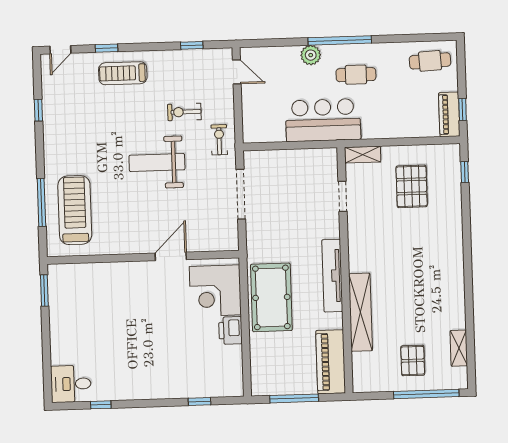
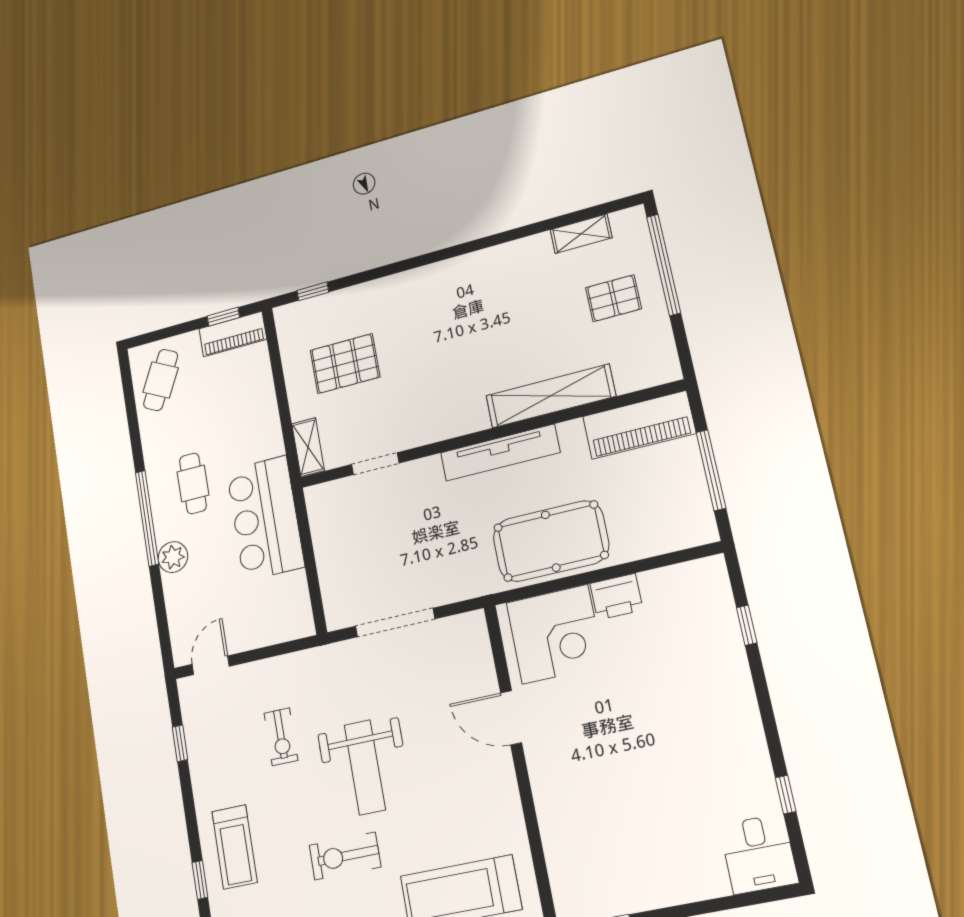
cafe table: (430, 61) -> (161, 380), turned 30
exercise bike: (219, 140) -> (345, 856), moved, width x1.38, depth x1.39

